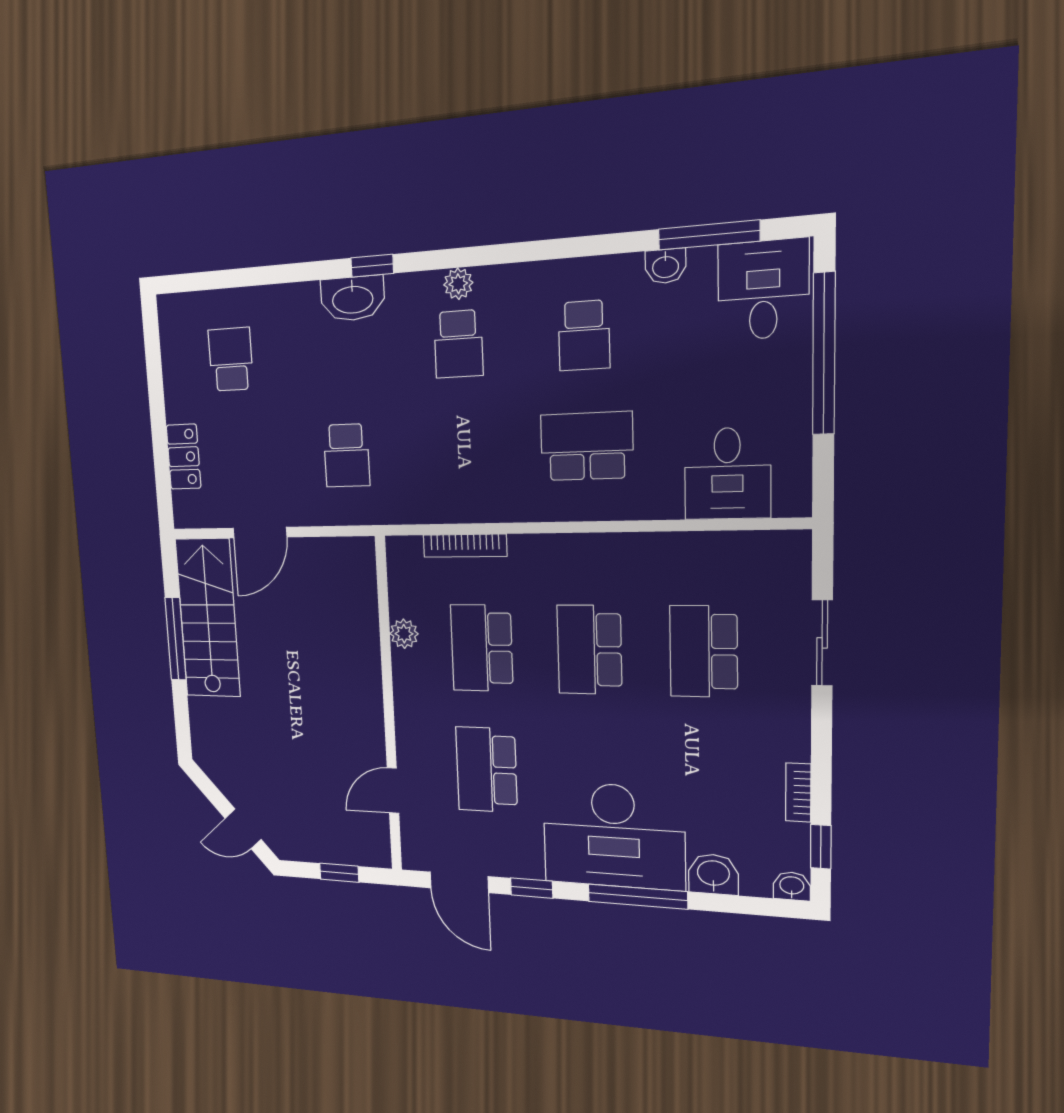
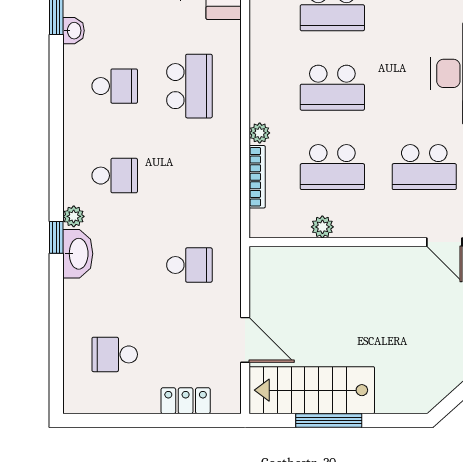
plant: (458, 284) -> (74, 216), moved
school desk: (587, 446) -> (189, 86), turned 180
plant: (524, 548) -> (260, 133), added

